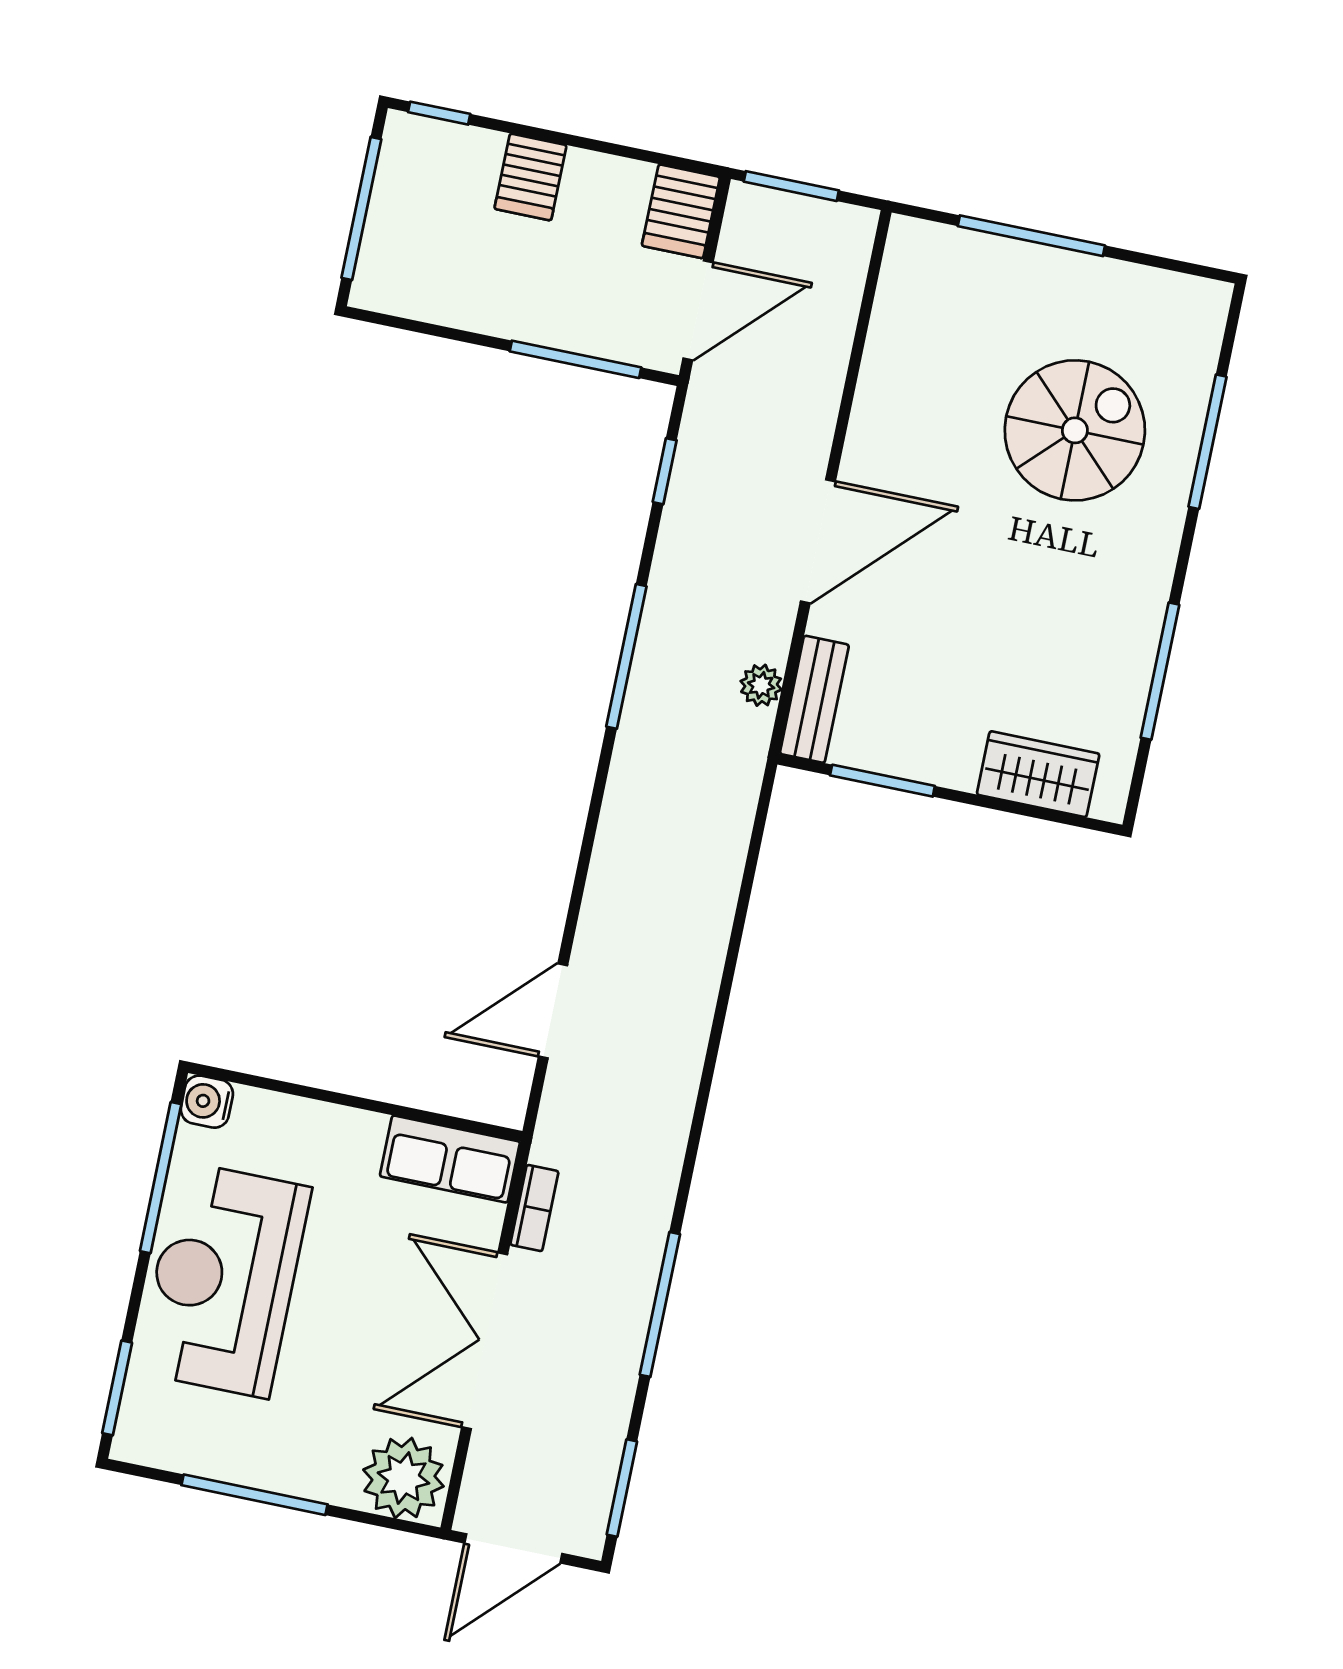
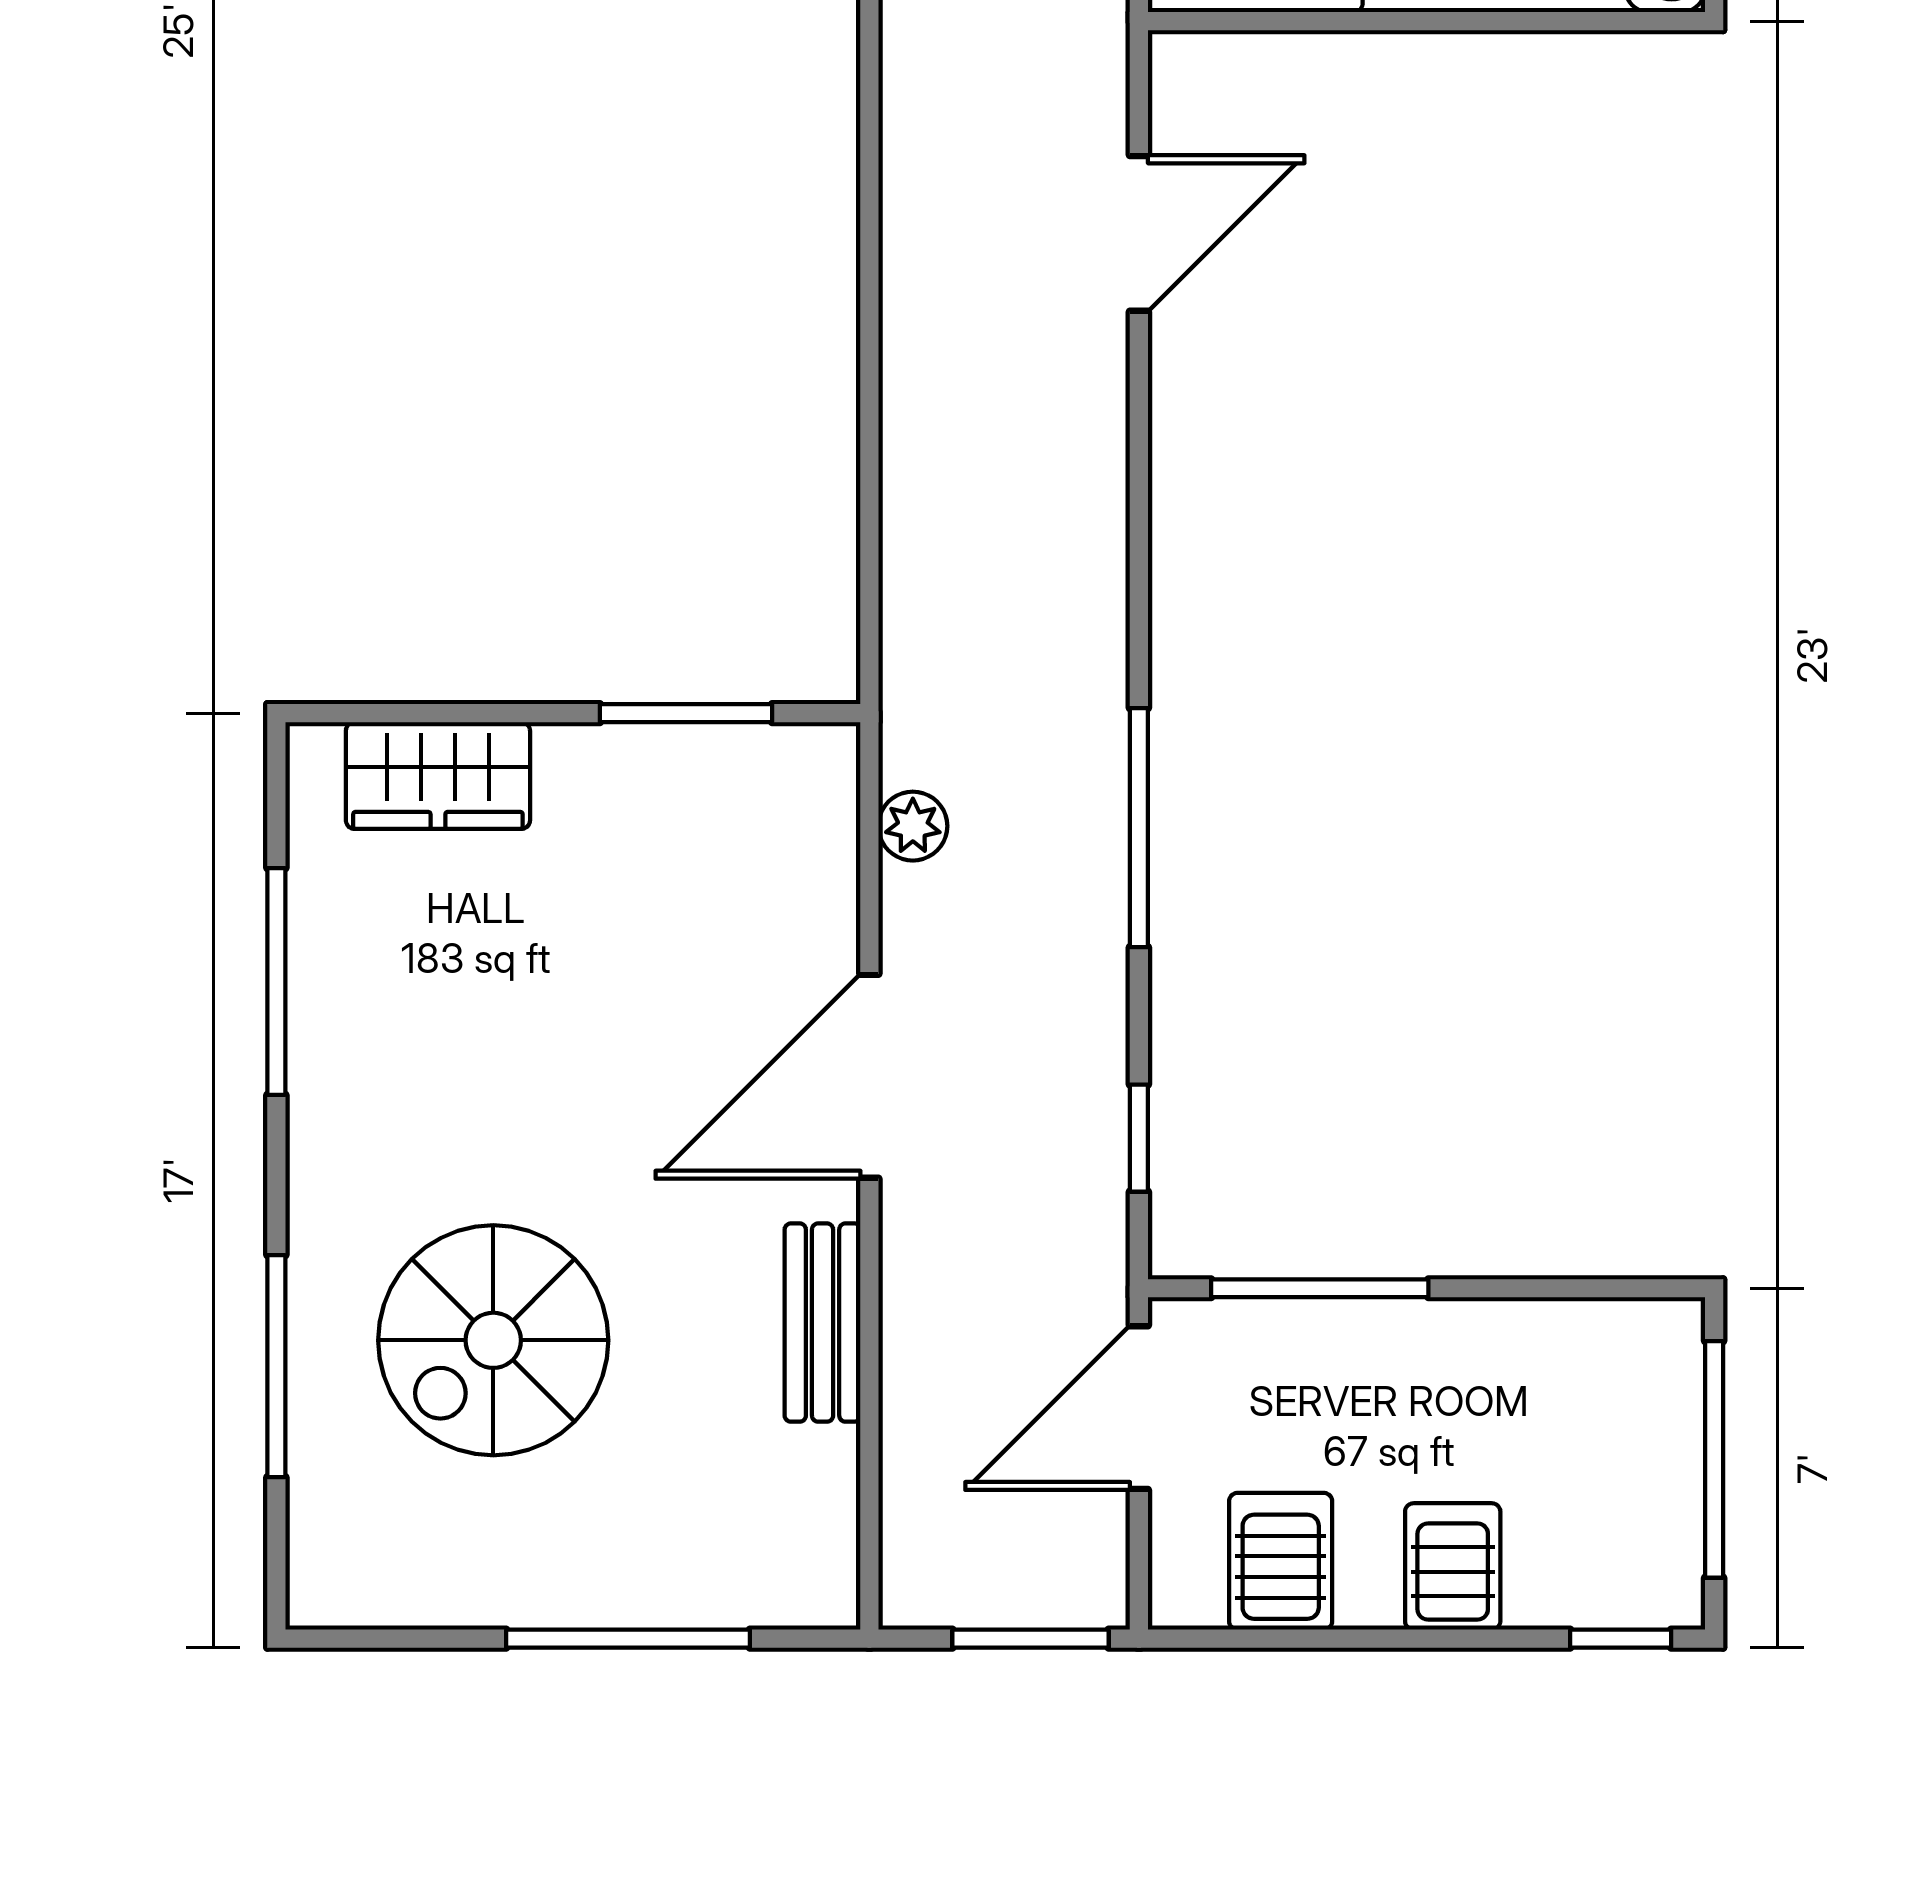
server rack: (681, 211) -> (1281, 1561), moved
bench: (814, 699) -> (823, 1323), moved

